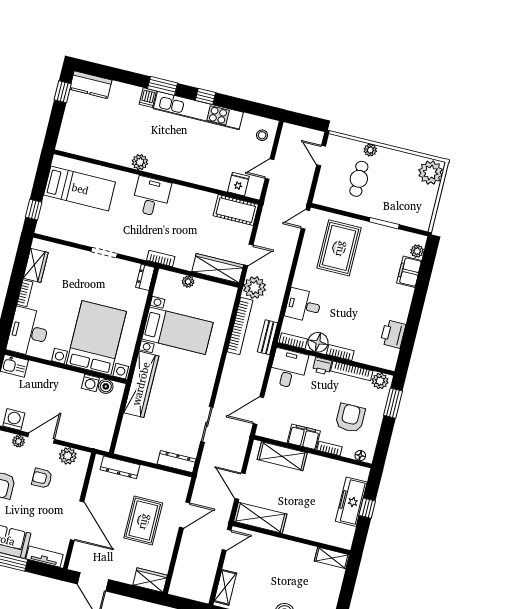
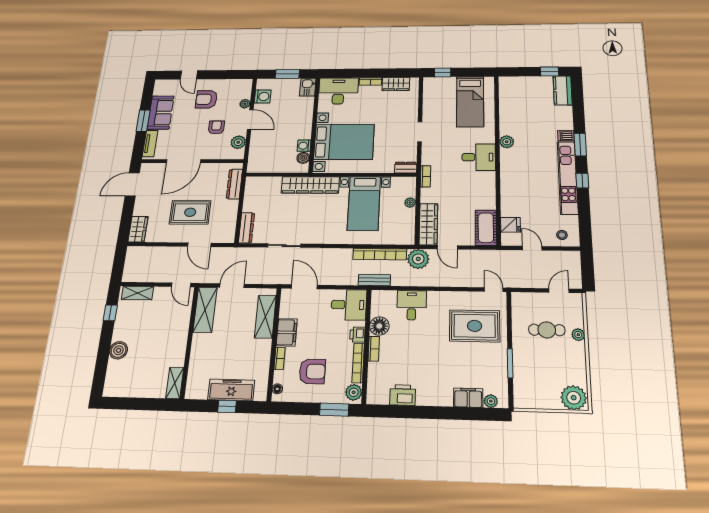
bookcase: (293, 341) -> (376, 303), removed

